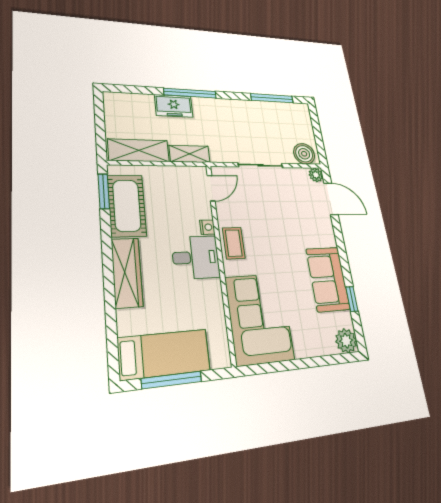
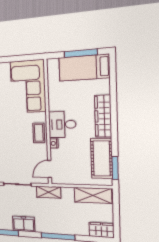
wardrobe: (122, 102) -> (102, 230), added
freezer: (174, 106) -> (24, 224), moved
shelving: (190, 154) -> (49, 192), moved

